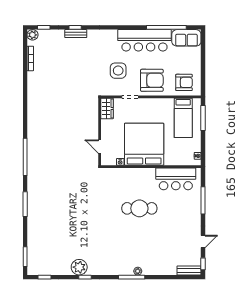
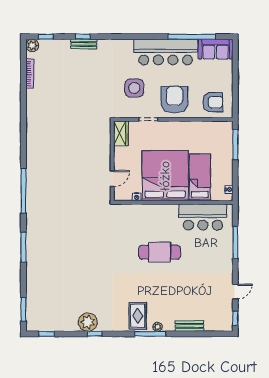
armchair: (152, 80) -> (174, 100), turned -90
bed: (183, 118) -> (200, 177), moved, turned 180
door: (100, 147) -> (112, 179), swing flipped
rug: (121, 262) -> (138, 316), added
bench: (189, 270) -> (189, 326), moved

